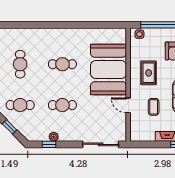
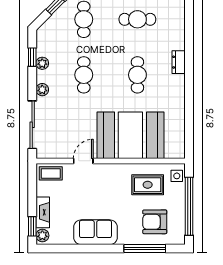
dresser: (53, 33) -> (179, 62), added
rug: (149, 73) -> (148, 185), moved
coffee table: (154, 107) -> (51, 173), moved
plant: (74, 137) -> (42, 90), added

